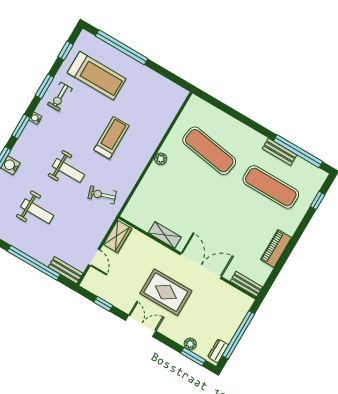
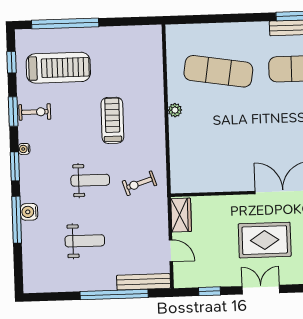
exercise bike: (60, 97) -> (35, 112), turned -90
shelving: (165, 235) -> (227, 184), removed
bench: (66, 270) -> (144, 282), width x1.36

